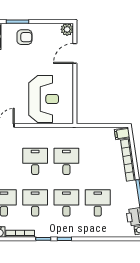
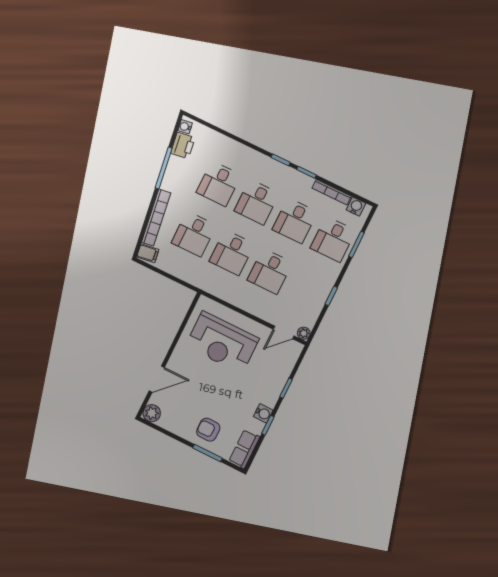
reception desk: (44, 99) -> (222, 342), turned -90
desk: (98, 161) -> (194, 234), added

